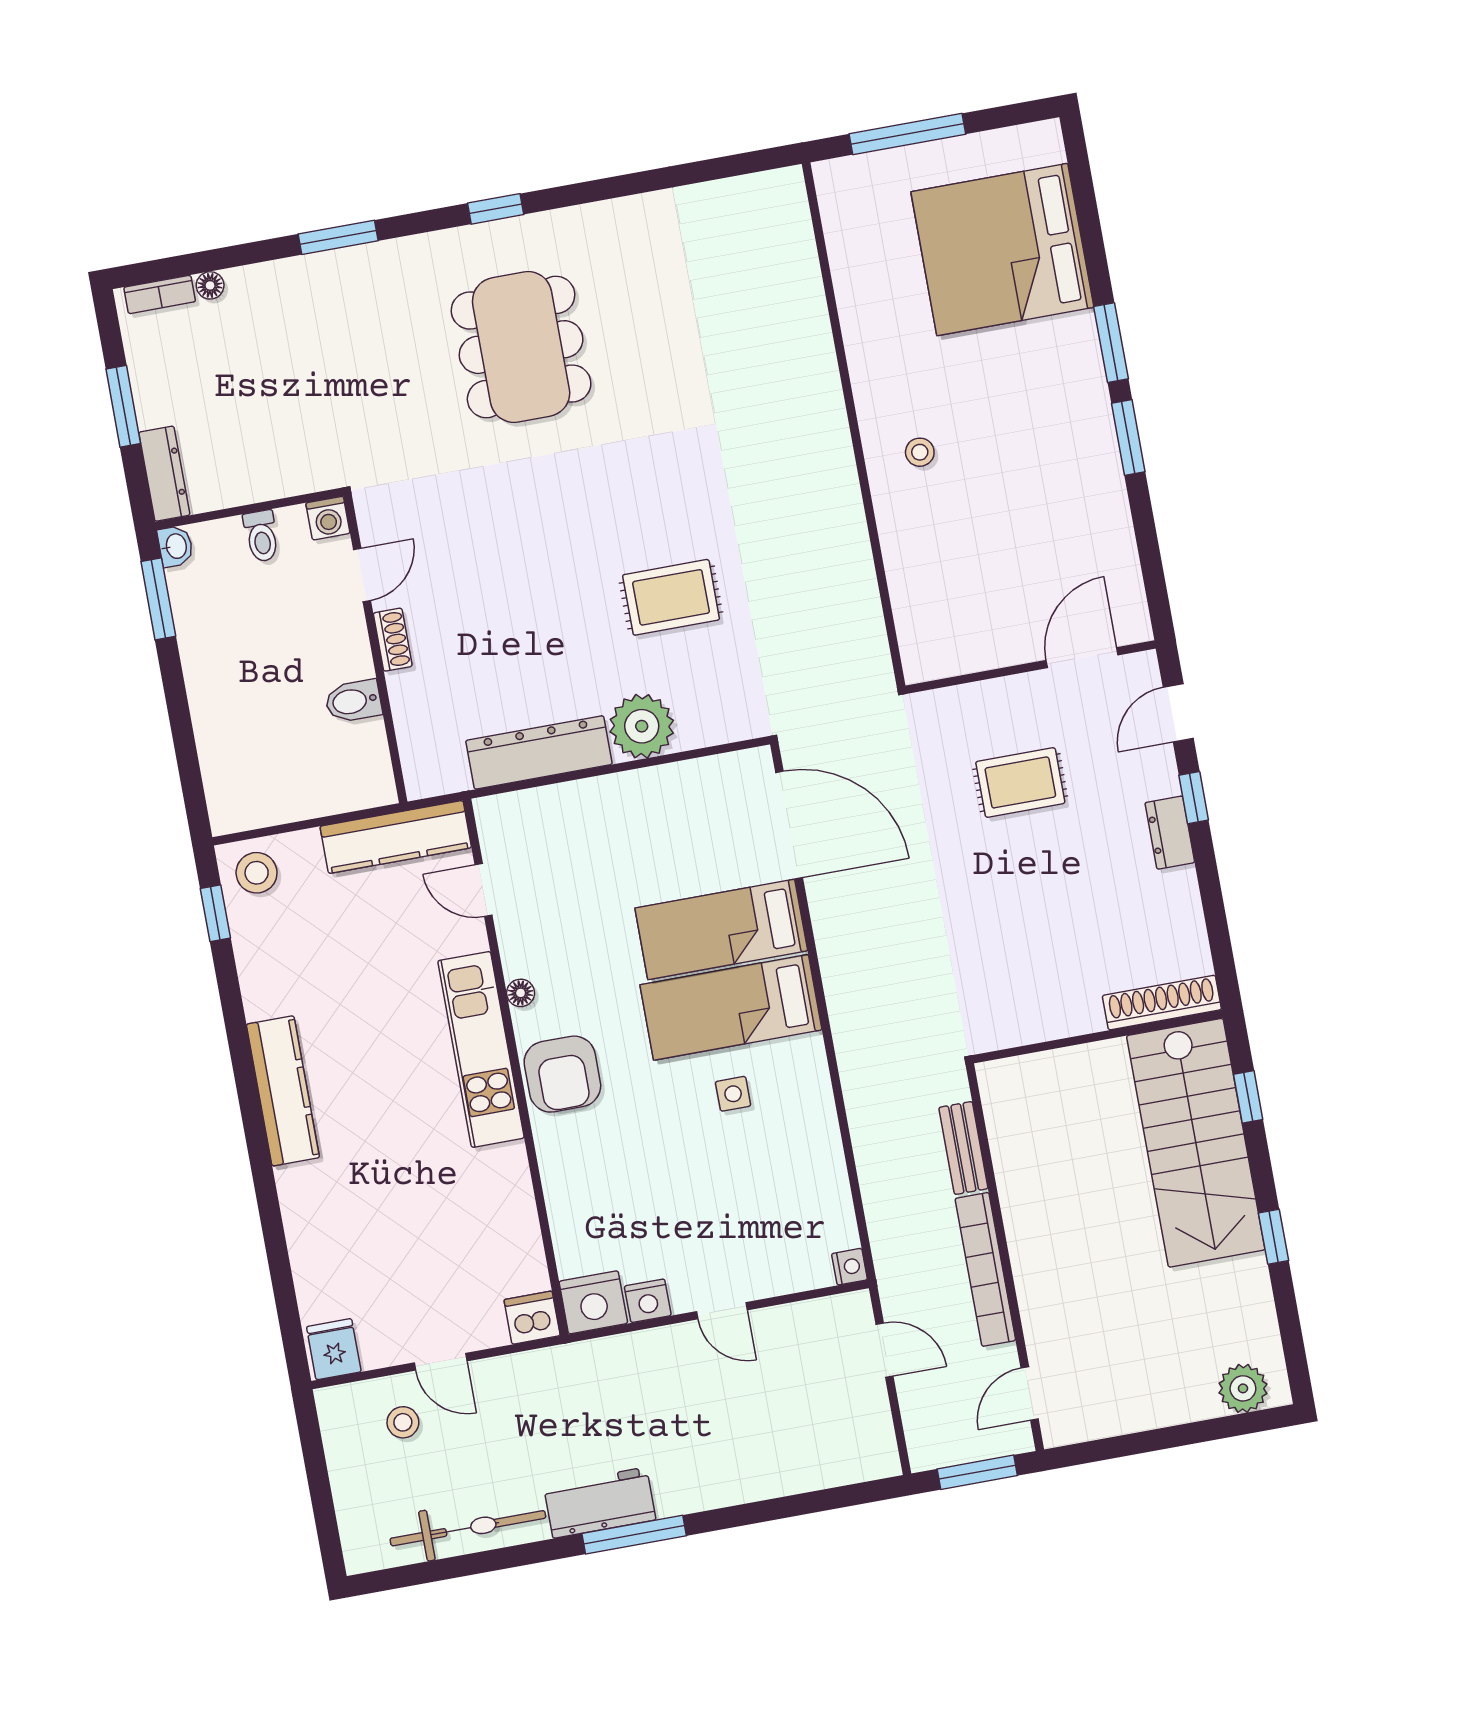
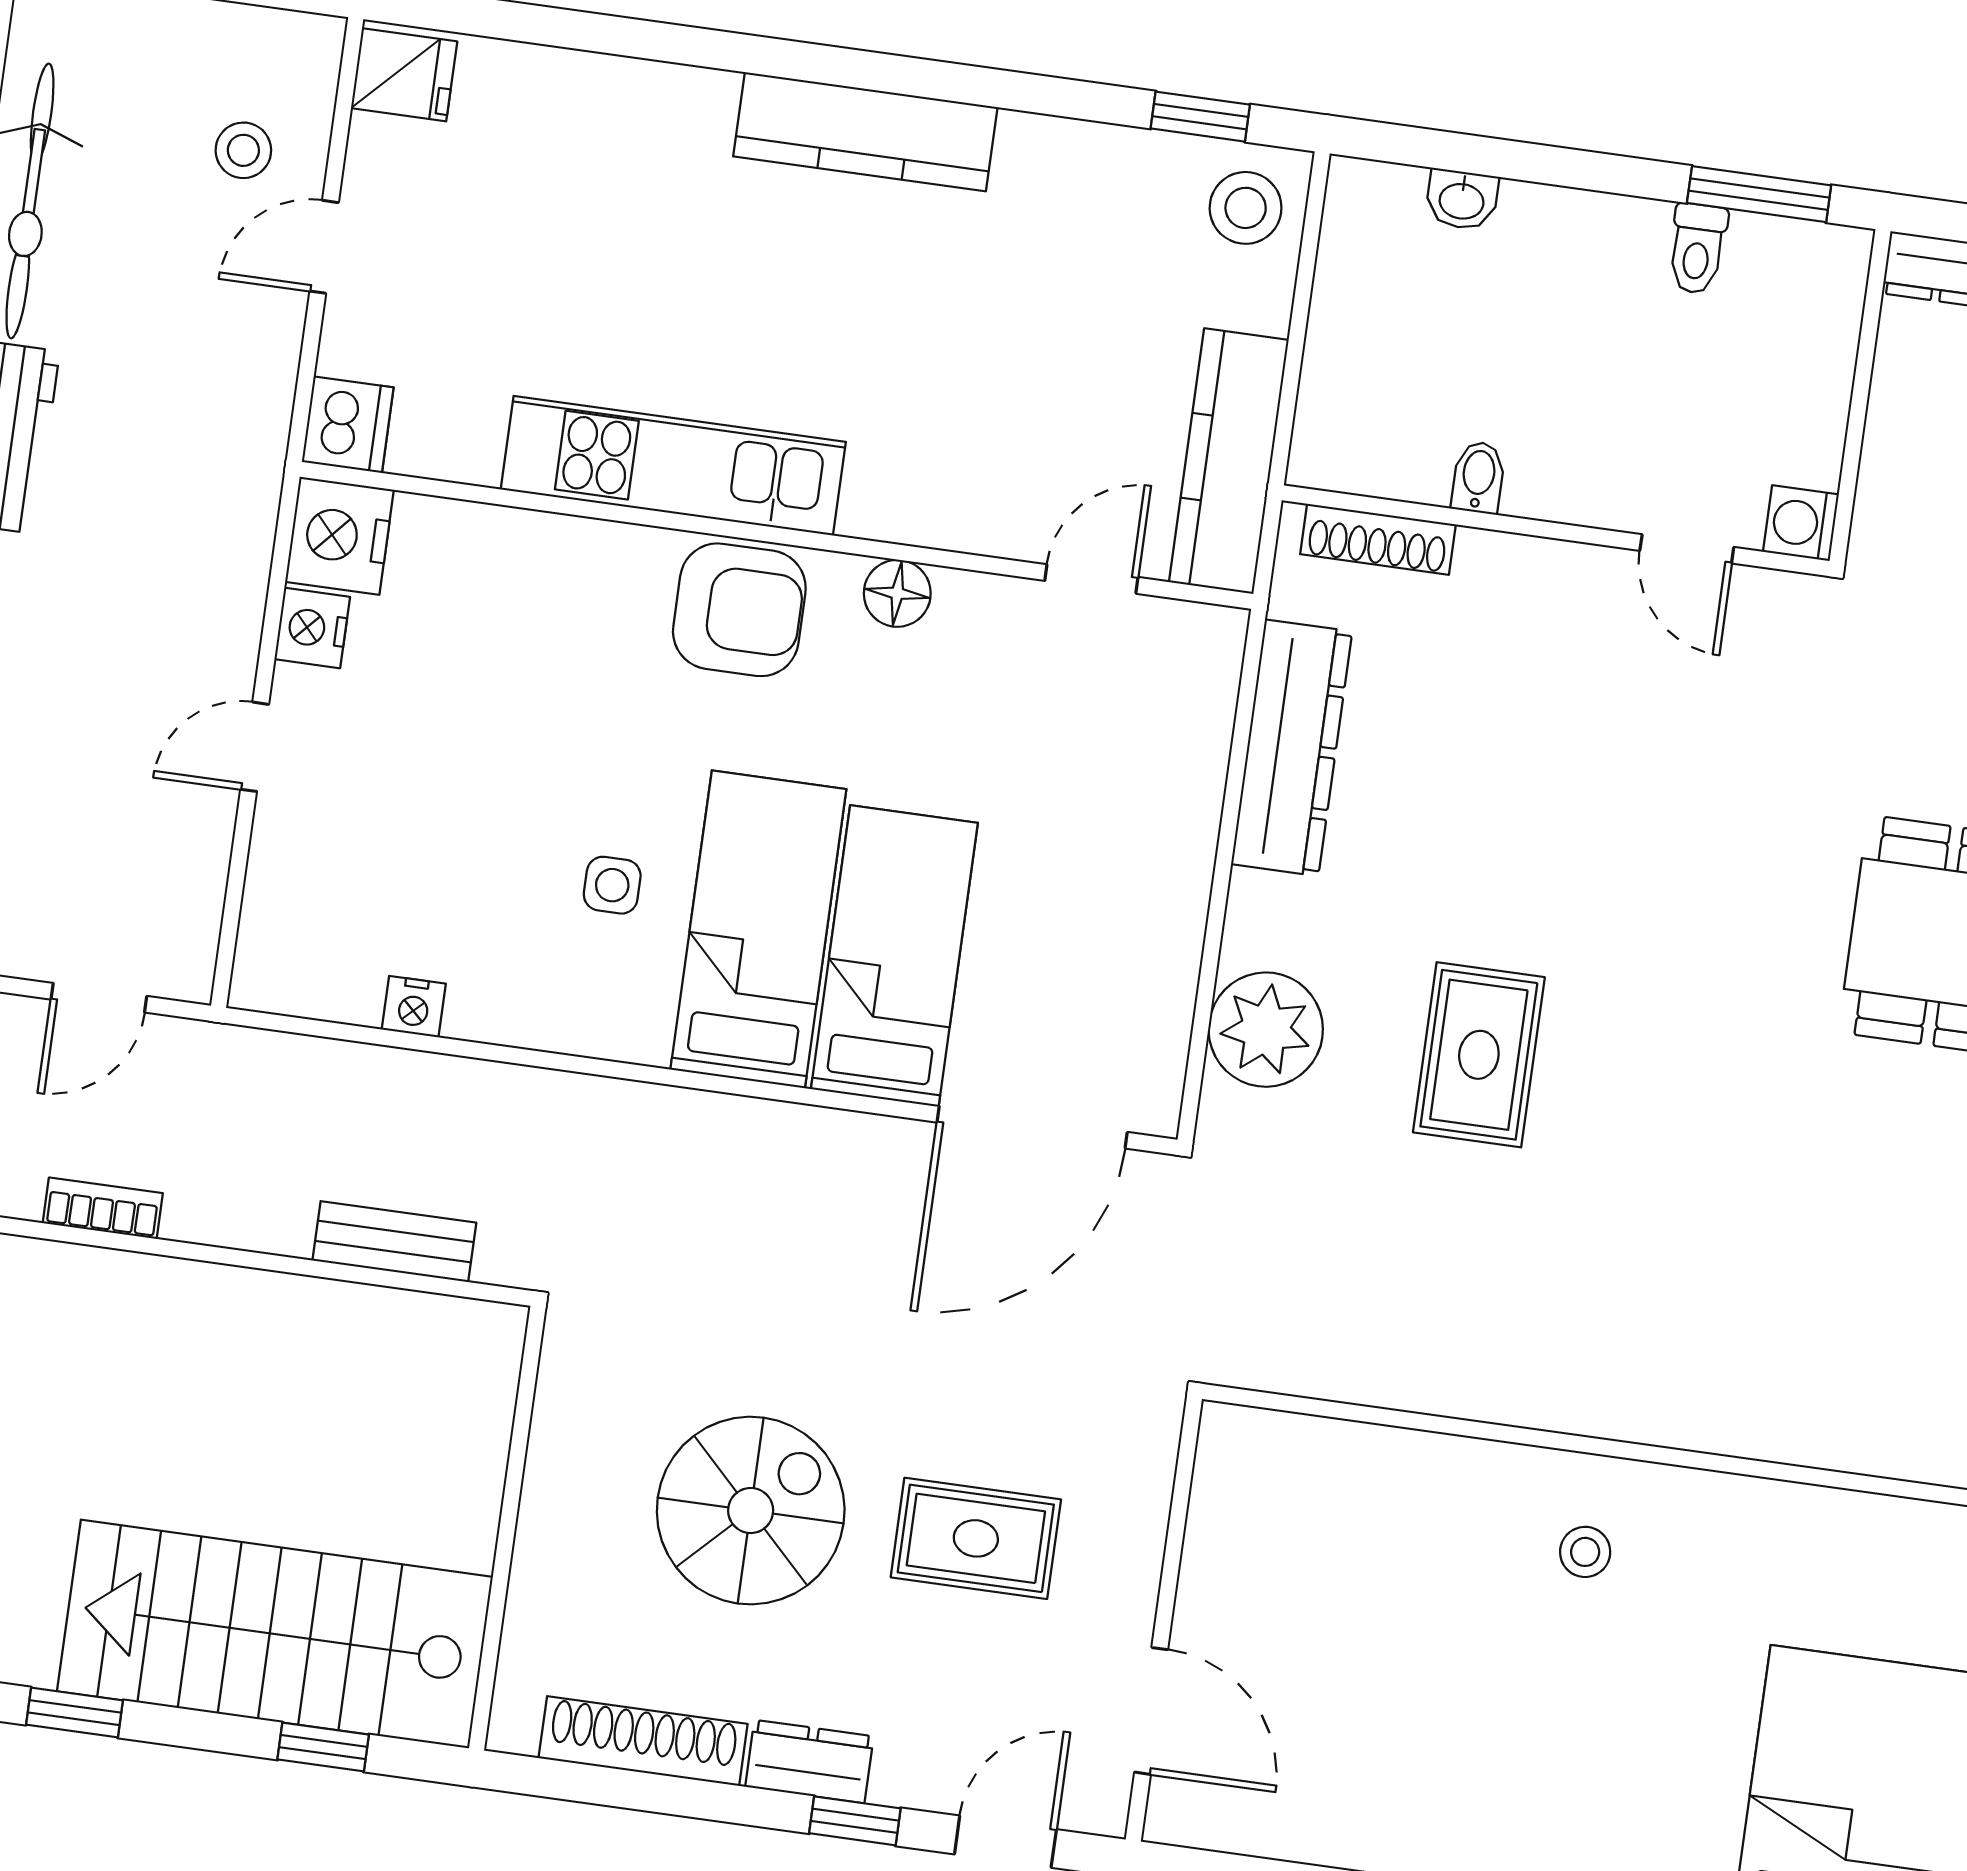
toilet: (261, 536) -> (1697, 249), moved, turned -90
washbasin: (175, 546) -> (1462, 200), moved
shoe rack: (393, 640) -> (1378, 539), moved, width x1.43
bidet: (353, 701) -> (1478, 477), width x0.72, depth x0.74
door: (1178, 713) -> (1005, 1842), hinge flipped
plant: (642, 726) -> (1266, 1030), moved
rug: (1020, 782) -> (976, 1538), turned 90
spiral stairs: (1045, 909) -> (751, 1511), added
floor lamp: (521, 993) -> (897, 593), width x1.37, depth x1.37
shoe rack: (1162, 1003) -> (643, 1741), moved, turned -90
kitchen unit: (481, 1049) -> (673, 466), moved
armchair: (562, 1074) -> (739, 610), turned 180
nightstand: (849, 1267) -> (414, 1007), moved
bookcase: (985, 1269) -> (103, 1208), width x0.43, depth x0.76

